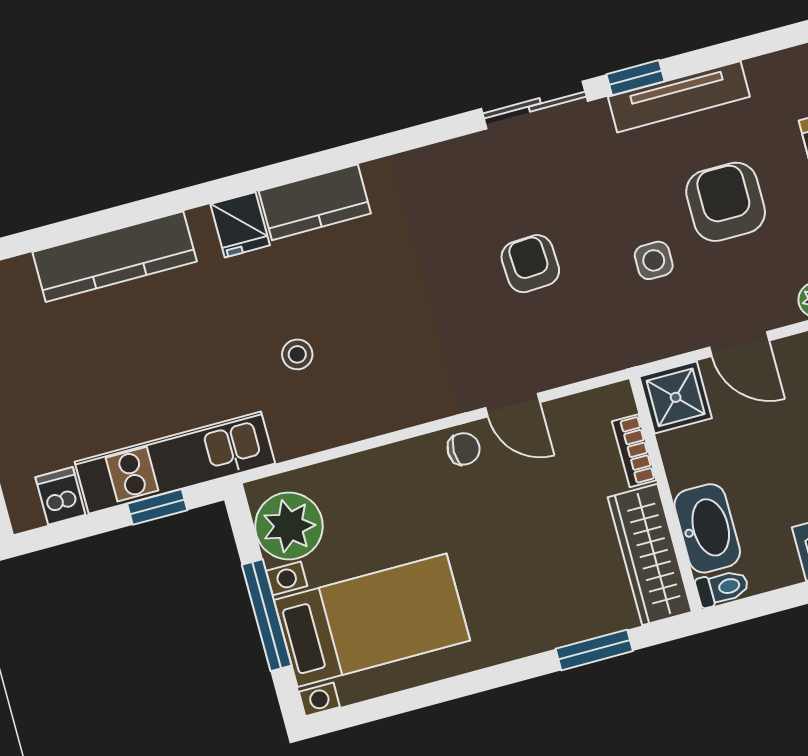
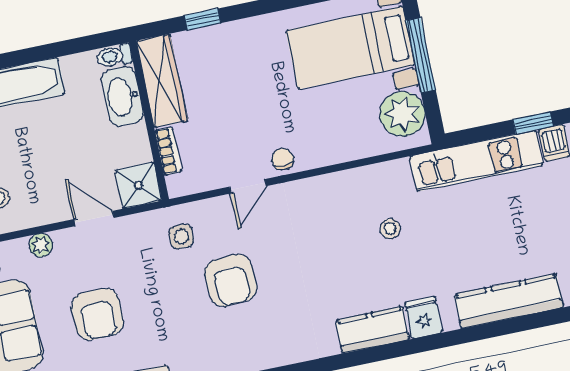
side table: (654, 260) -> (181, 236), moved
armchair: (530, 264) -> (231, 280), width x1.38, depth x1.38
door: (513, 405) -> (248, 186), swing flipped
chair: (464, 449) -> (282, 159), turned 90
window: (157, 507) -> (533, 123), moved
window: (594, 650) -> (203, 19), width x0.67

